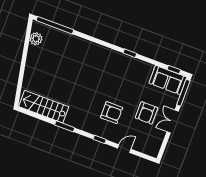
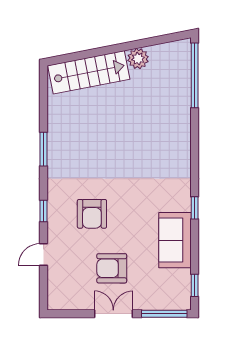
plant: (36, 39) -> (138, 59), moved
sofa: (168, 80) -> (175, 240), moved
stairs: (44, 107) -> (89, 72), moved, turned 79
door: (124, 149) -> (44, 255), swing flipped

